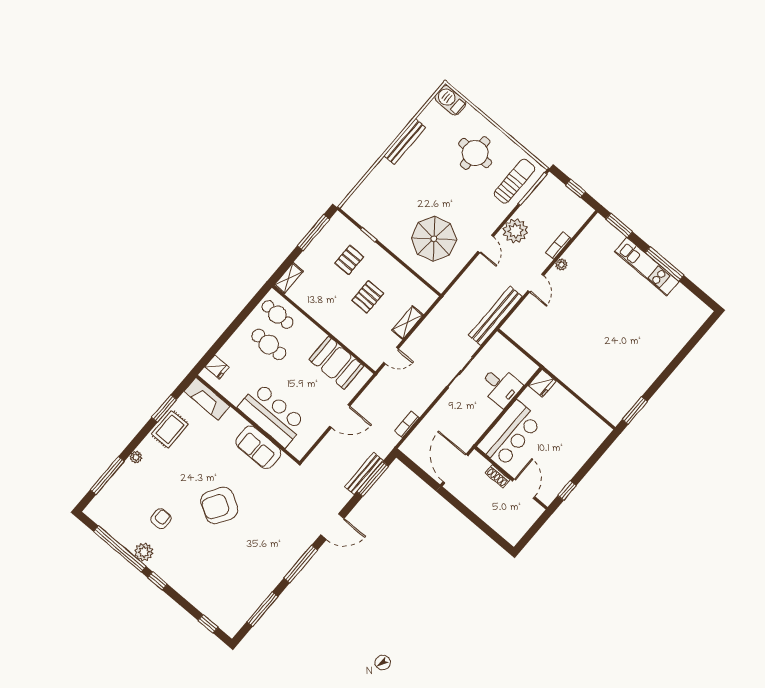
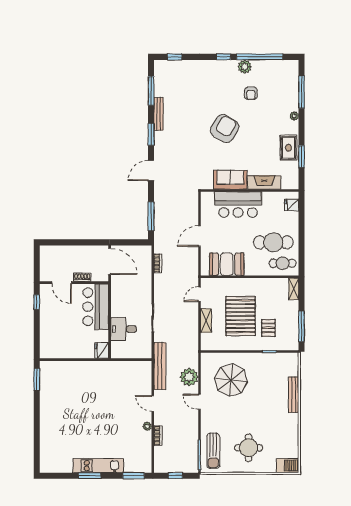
bench: (405, 142) -> (294, 395), moved
plant: (515, 231) -> (189, 377), moved
window: (665, 264) -> (90, 476), width x0.69
pallet: (368, 297) -> (240, 316), width x2.05, depth x2.00
cafe table: (269, 344) -> (273, 242), width x1.37, depth x1.35
fireplace: (207, 399) -> (264, 182), moved
bench: (364, 474) -> (159, 114), moved
window: (301, 564) -> (151, 134), width x0.69

